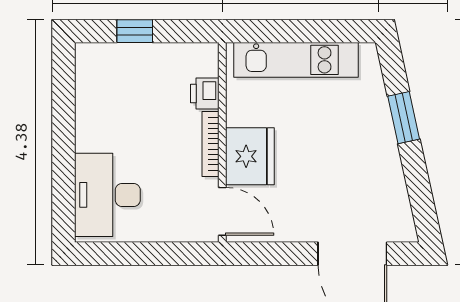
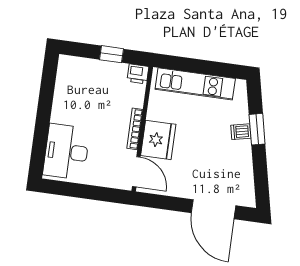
window: (135, 31) -> (111, 54), moved
printer: (205, 93) -> (138, 74), moved, turned -90
dishwasher: (378, 125) -> (241, 132), added

